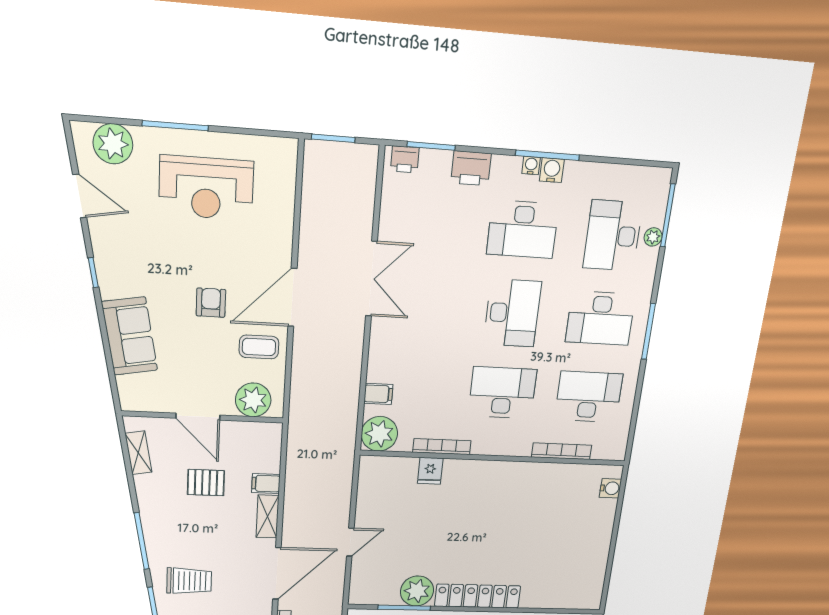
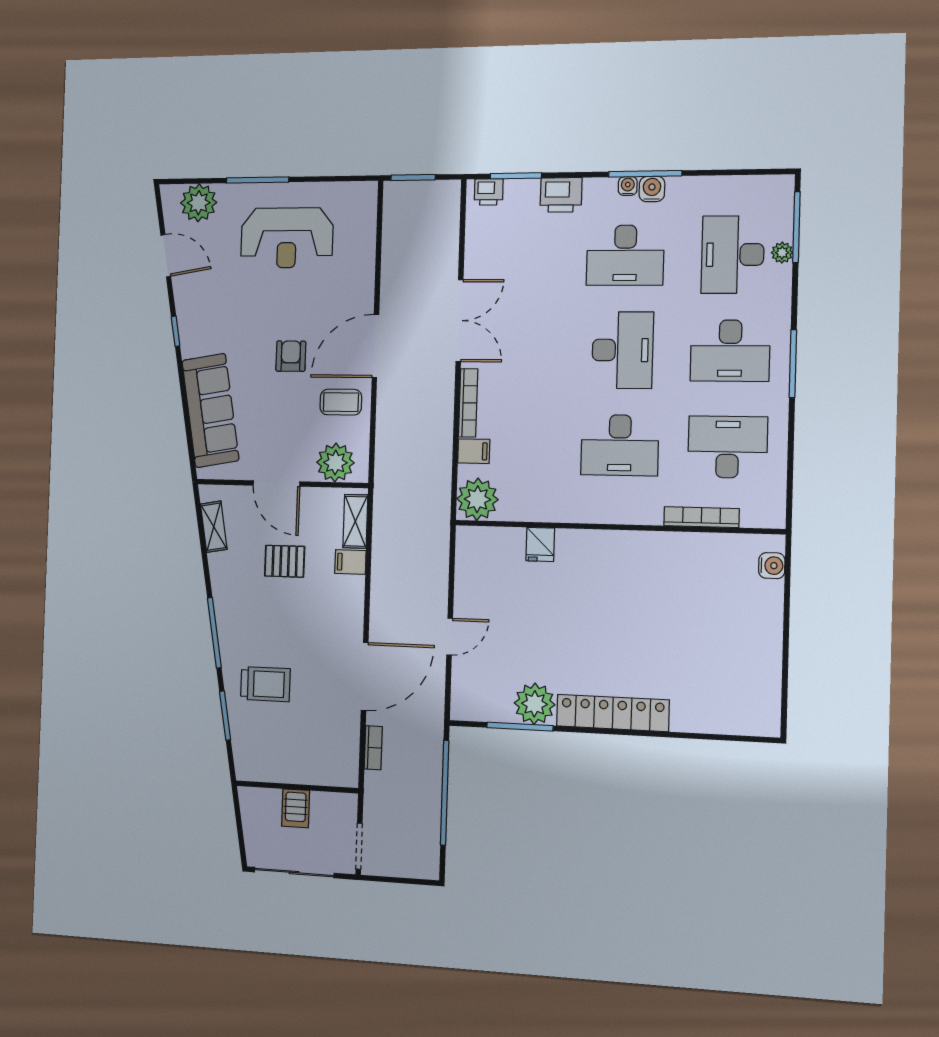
sofa: (130, 336) -> (210, 410), width x1.36
desk: (502, 393) -> (620, 445), turned 180
bookcase: (442, 447) -> (468, 403), moved, turned 90
shelving: (267, 516) -> (355, 521), moved

